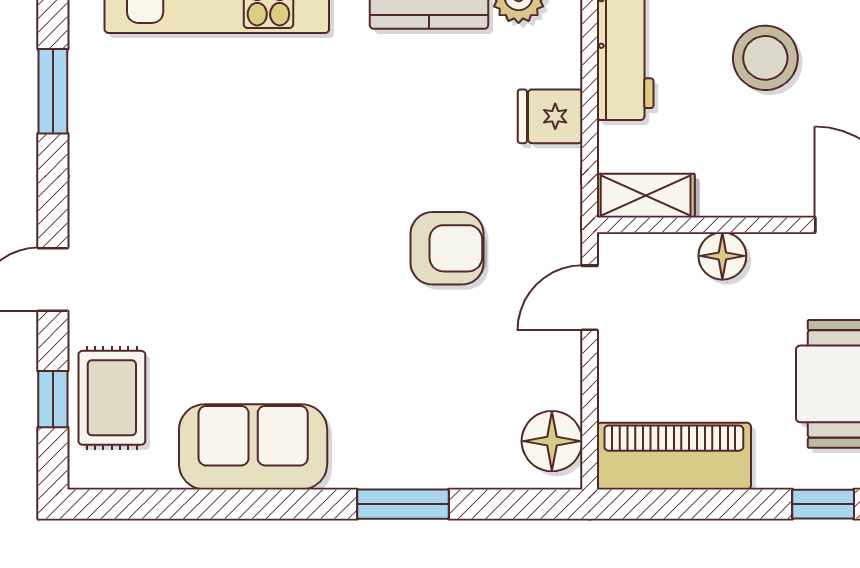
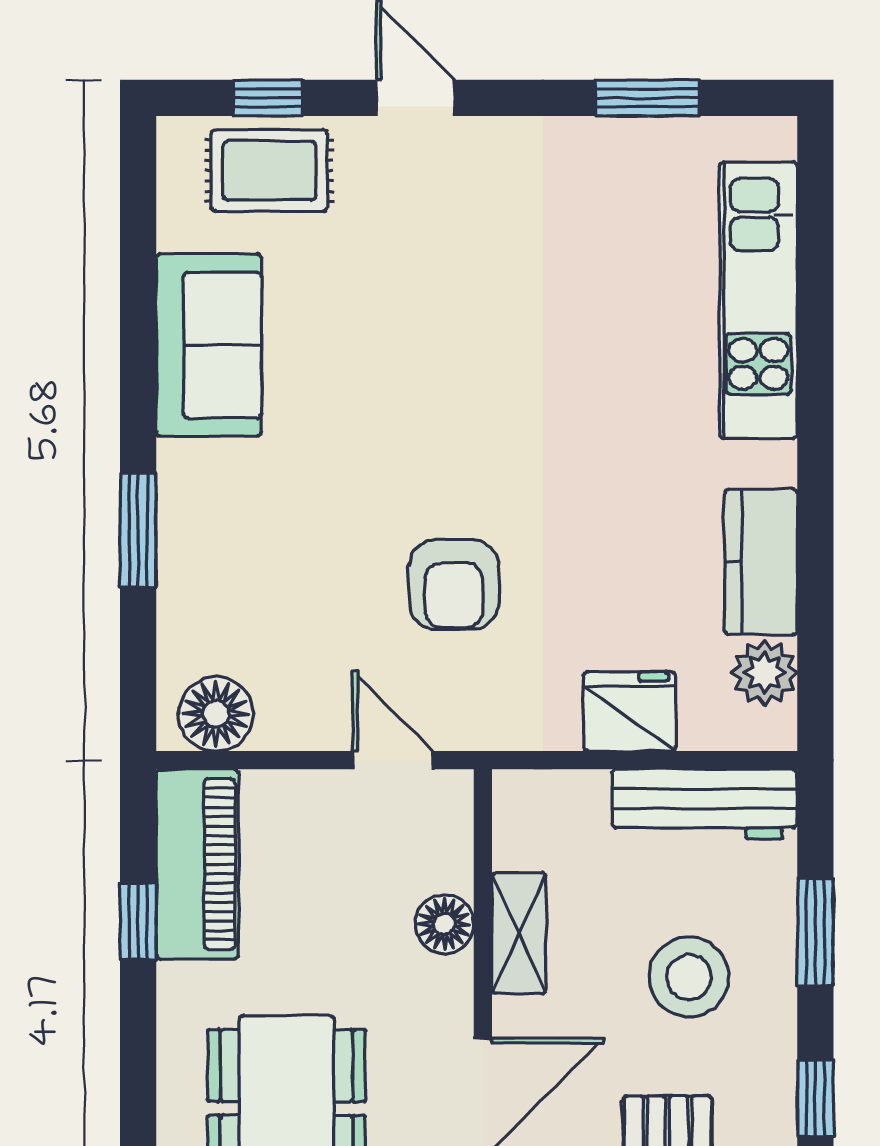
fridge: (550, 116) -> (630, 711), width x1.38
shelving: (646, 196) -> (519, 933), moved
window: (823, 504) -> (138, 921), moved

